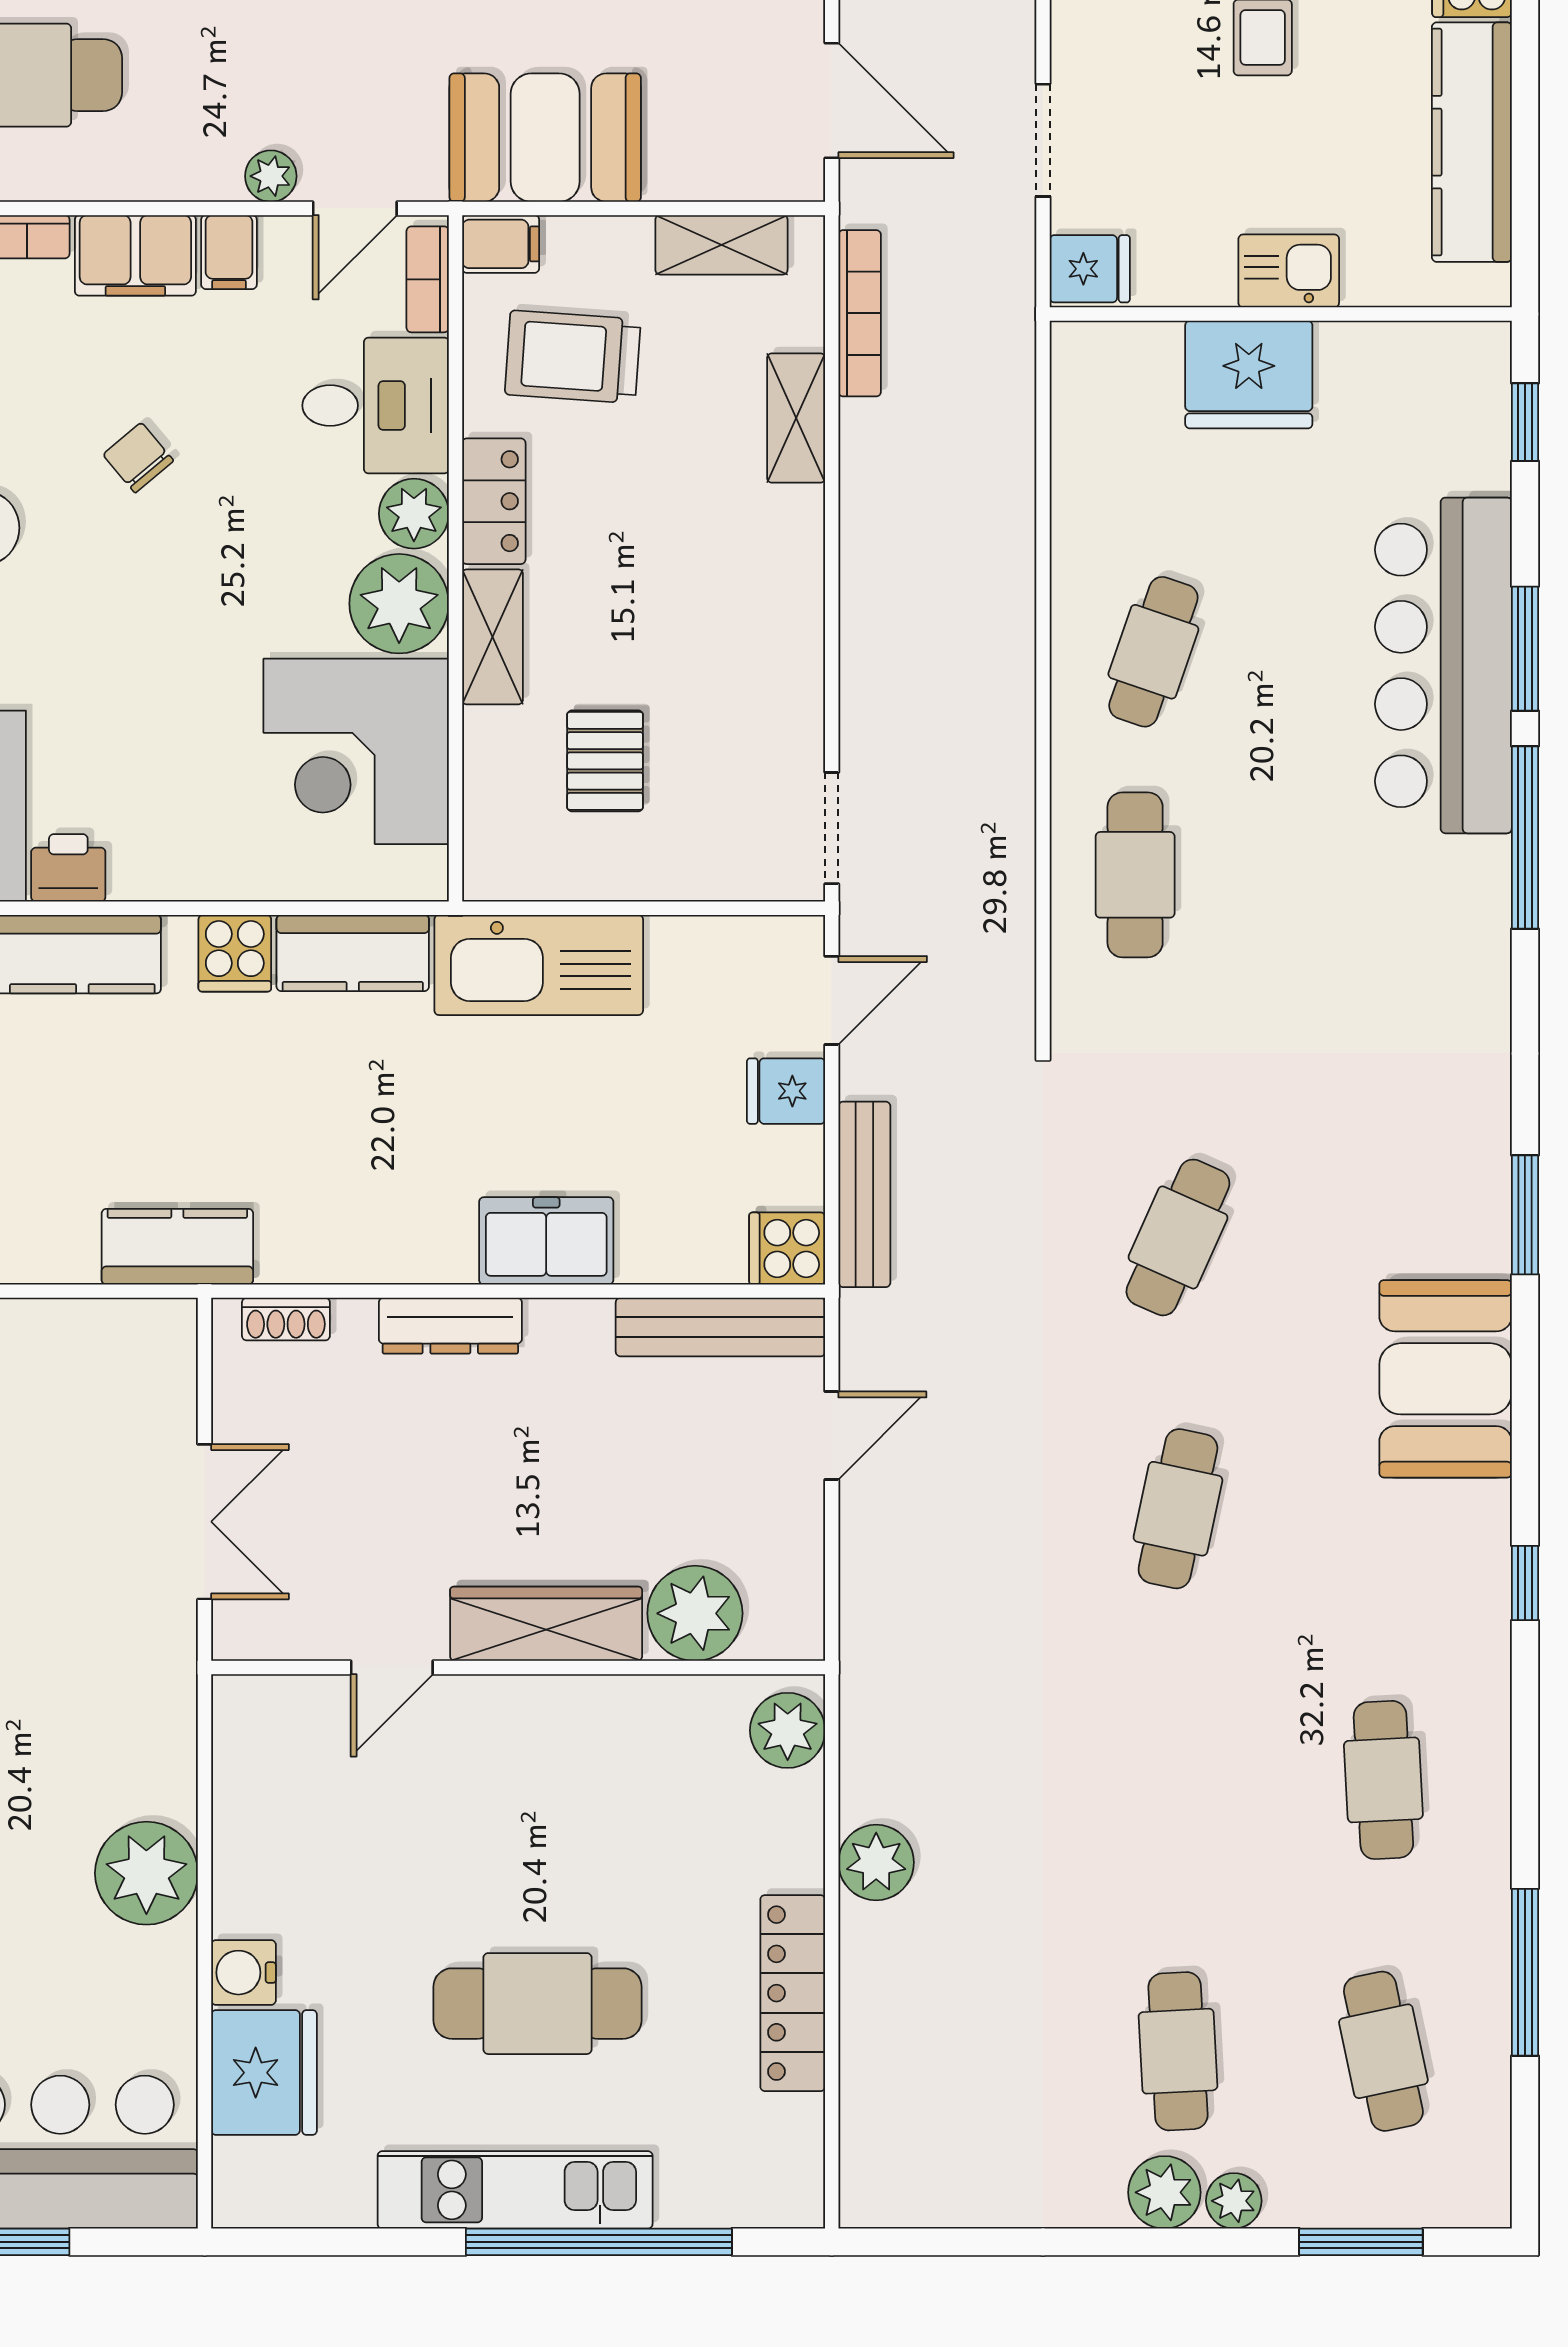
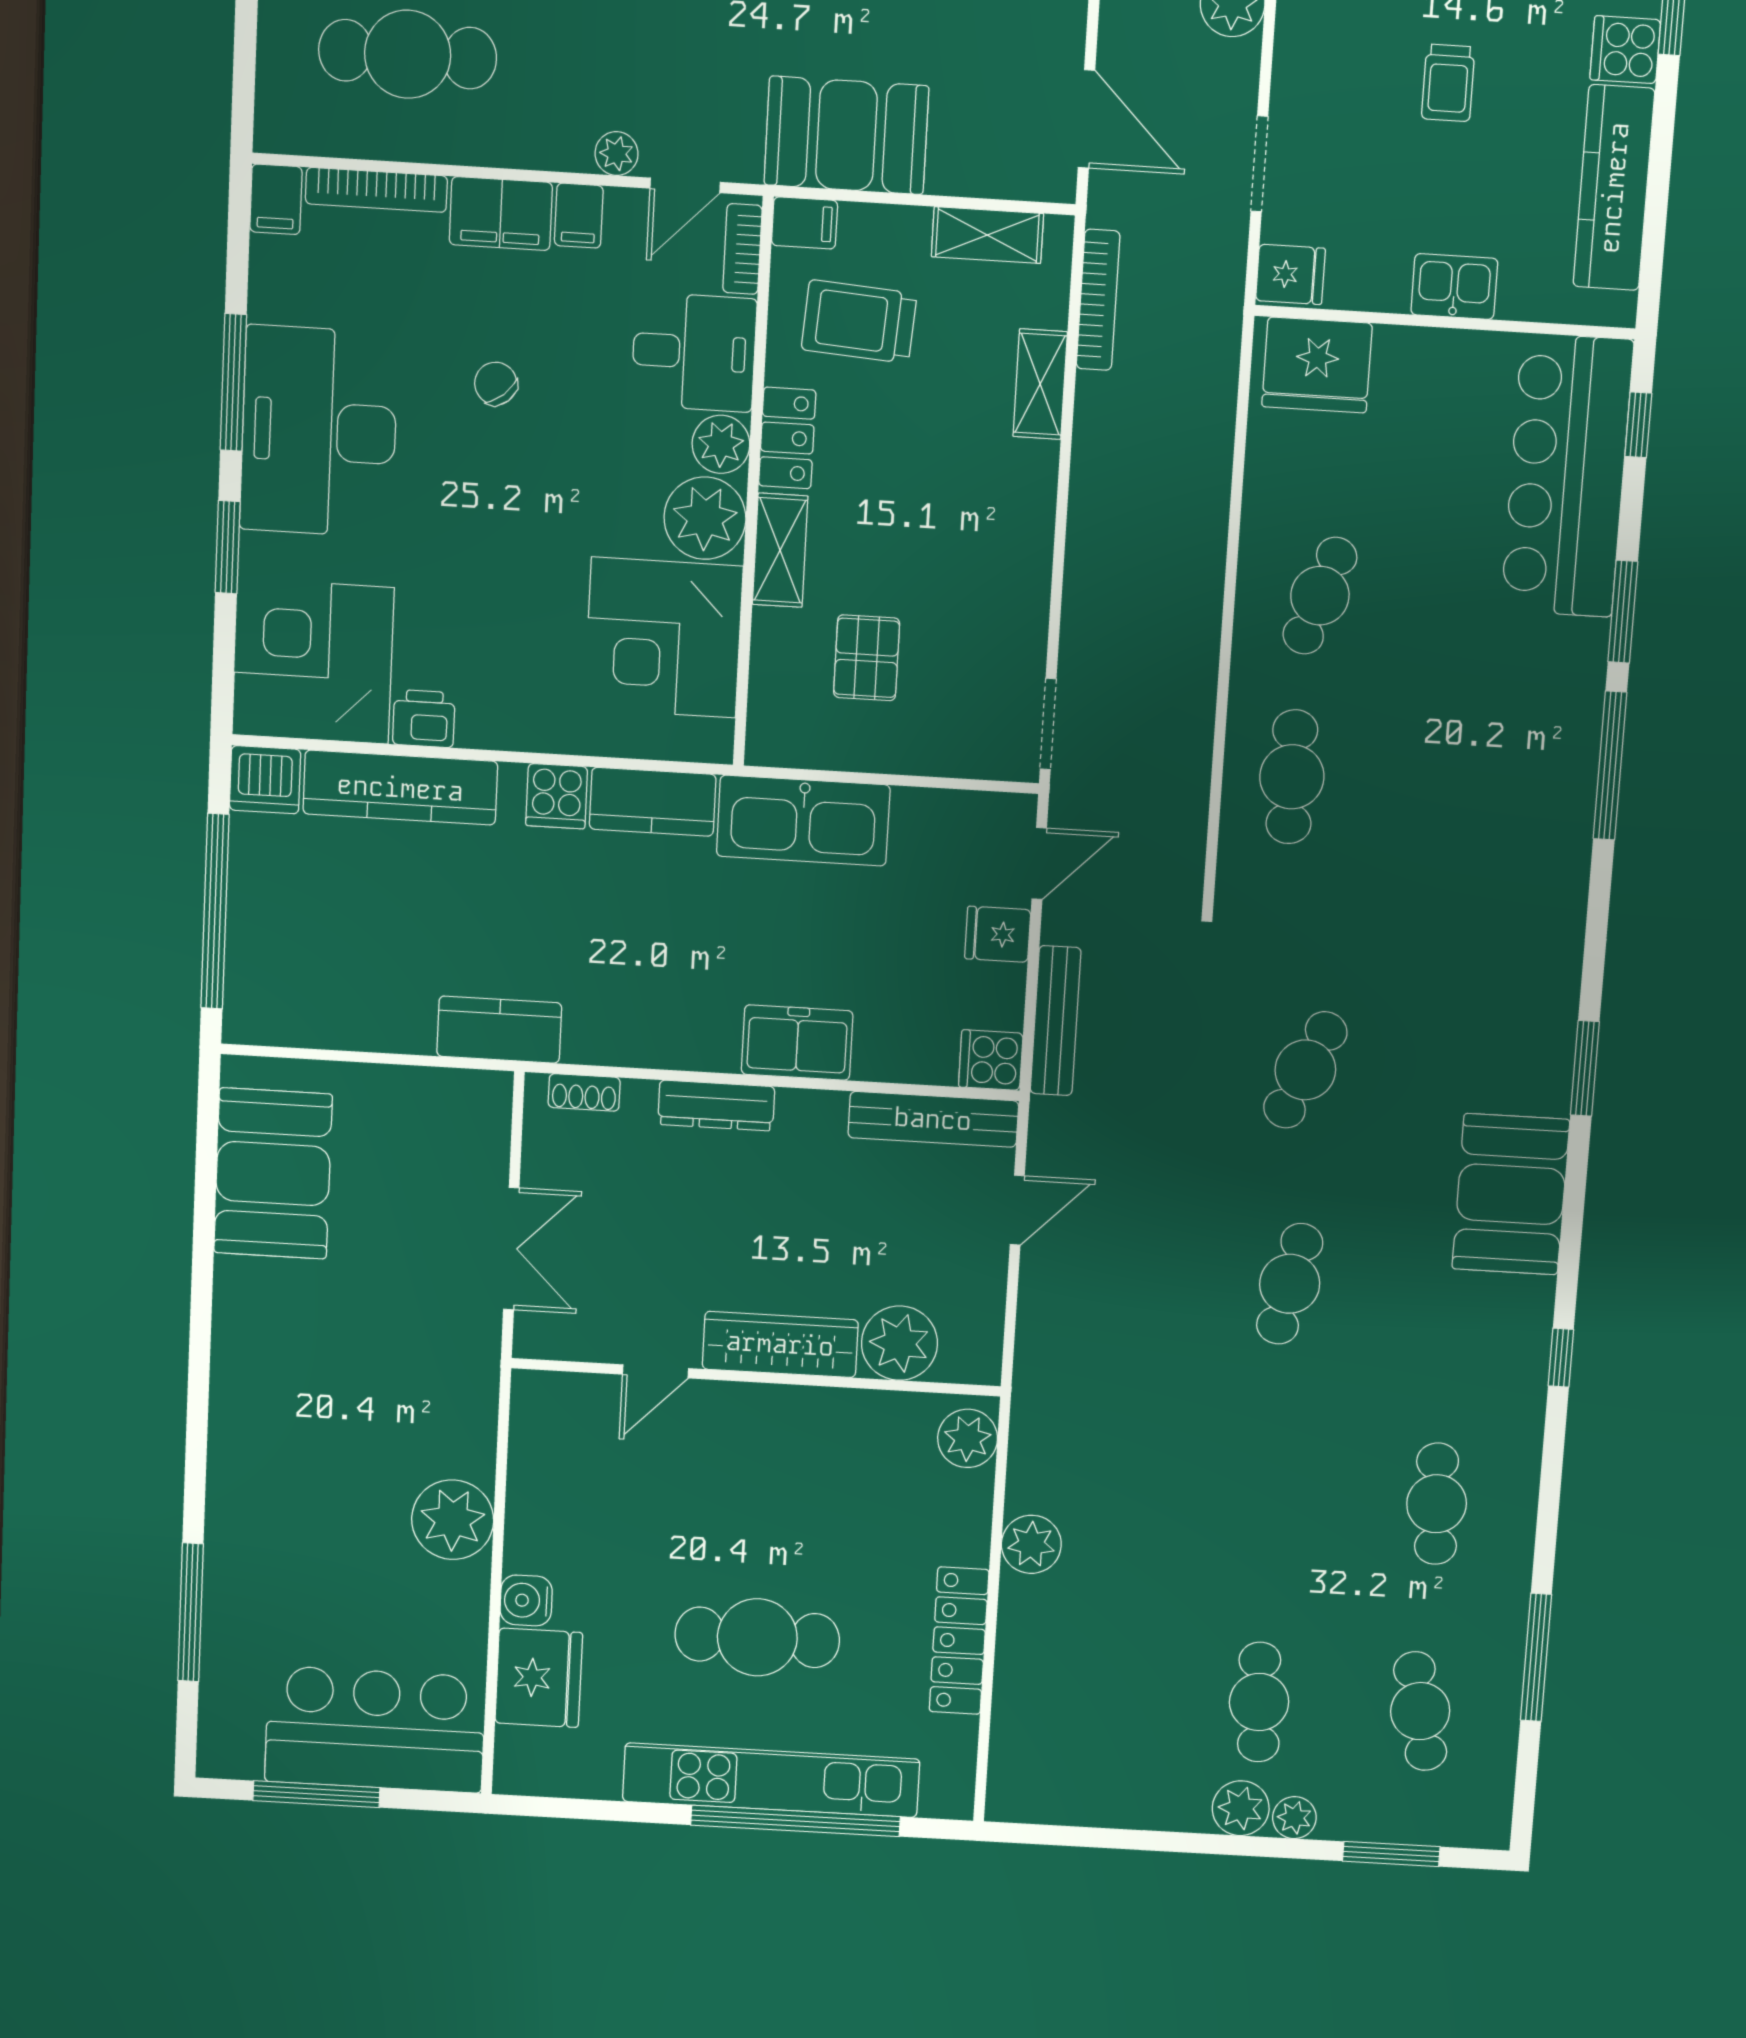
fridge: (1249, 375) -> (1317, 365), moved
bar counter: (1443, 665) -> (1567, 476), moved
kitchen unit: (515, 2190) -> (771, 1780), width x1.36

